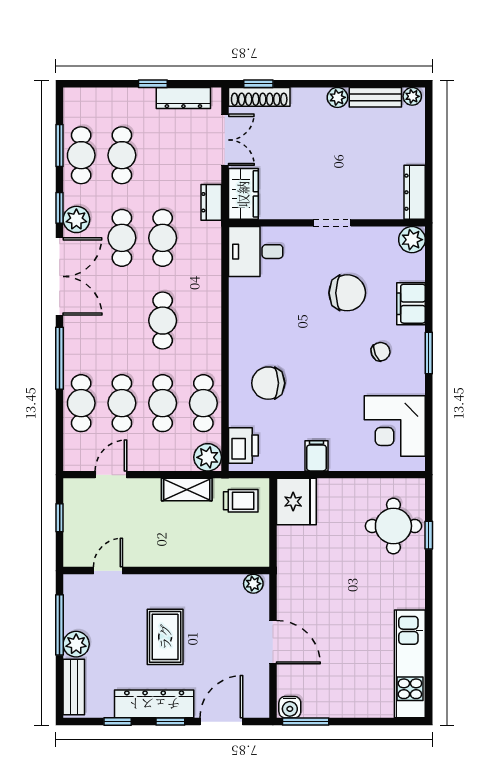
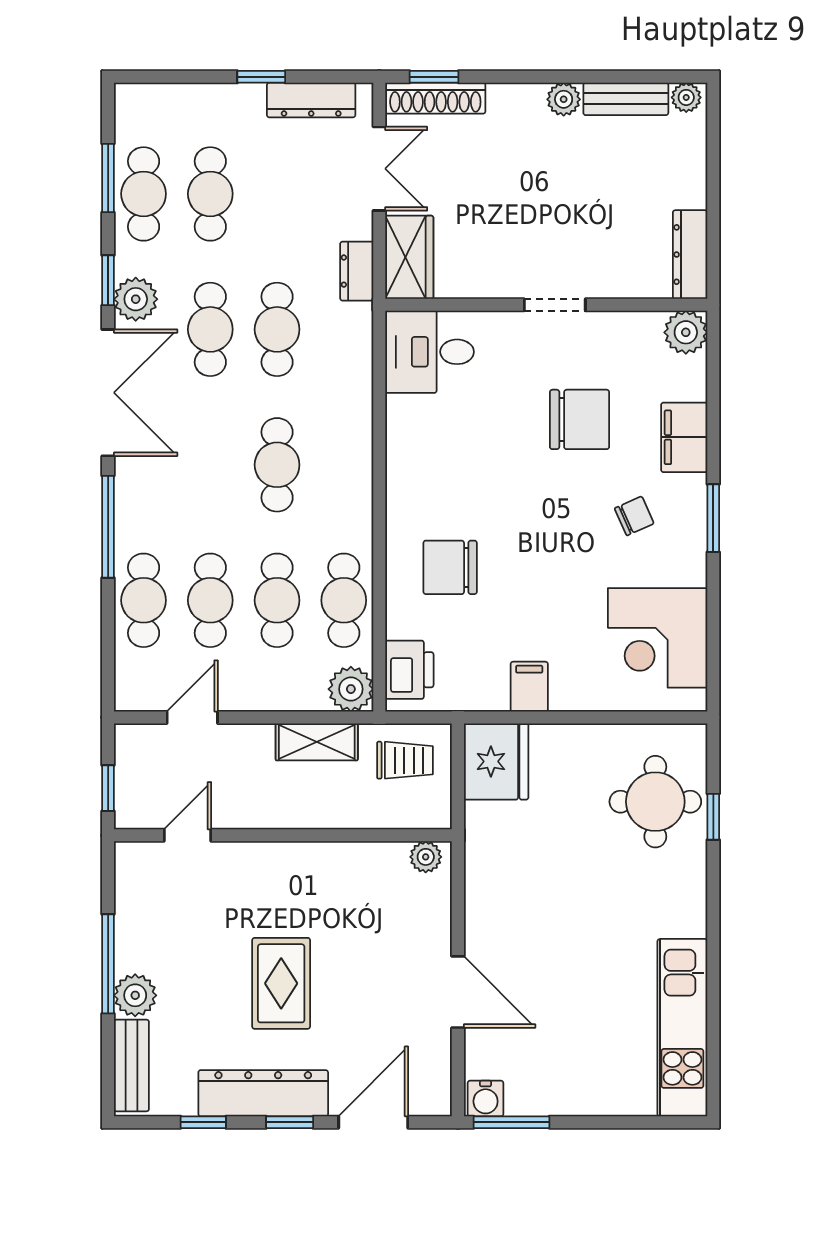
door: (108, 571) -> (188, 835), moved
wall: (166, 571) -> (283, 835), moved
plant: (253, 584) -> (426, 857), moved

